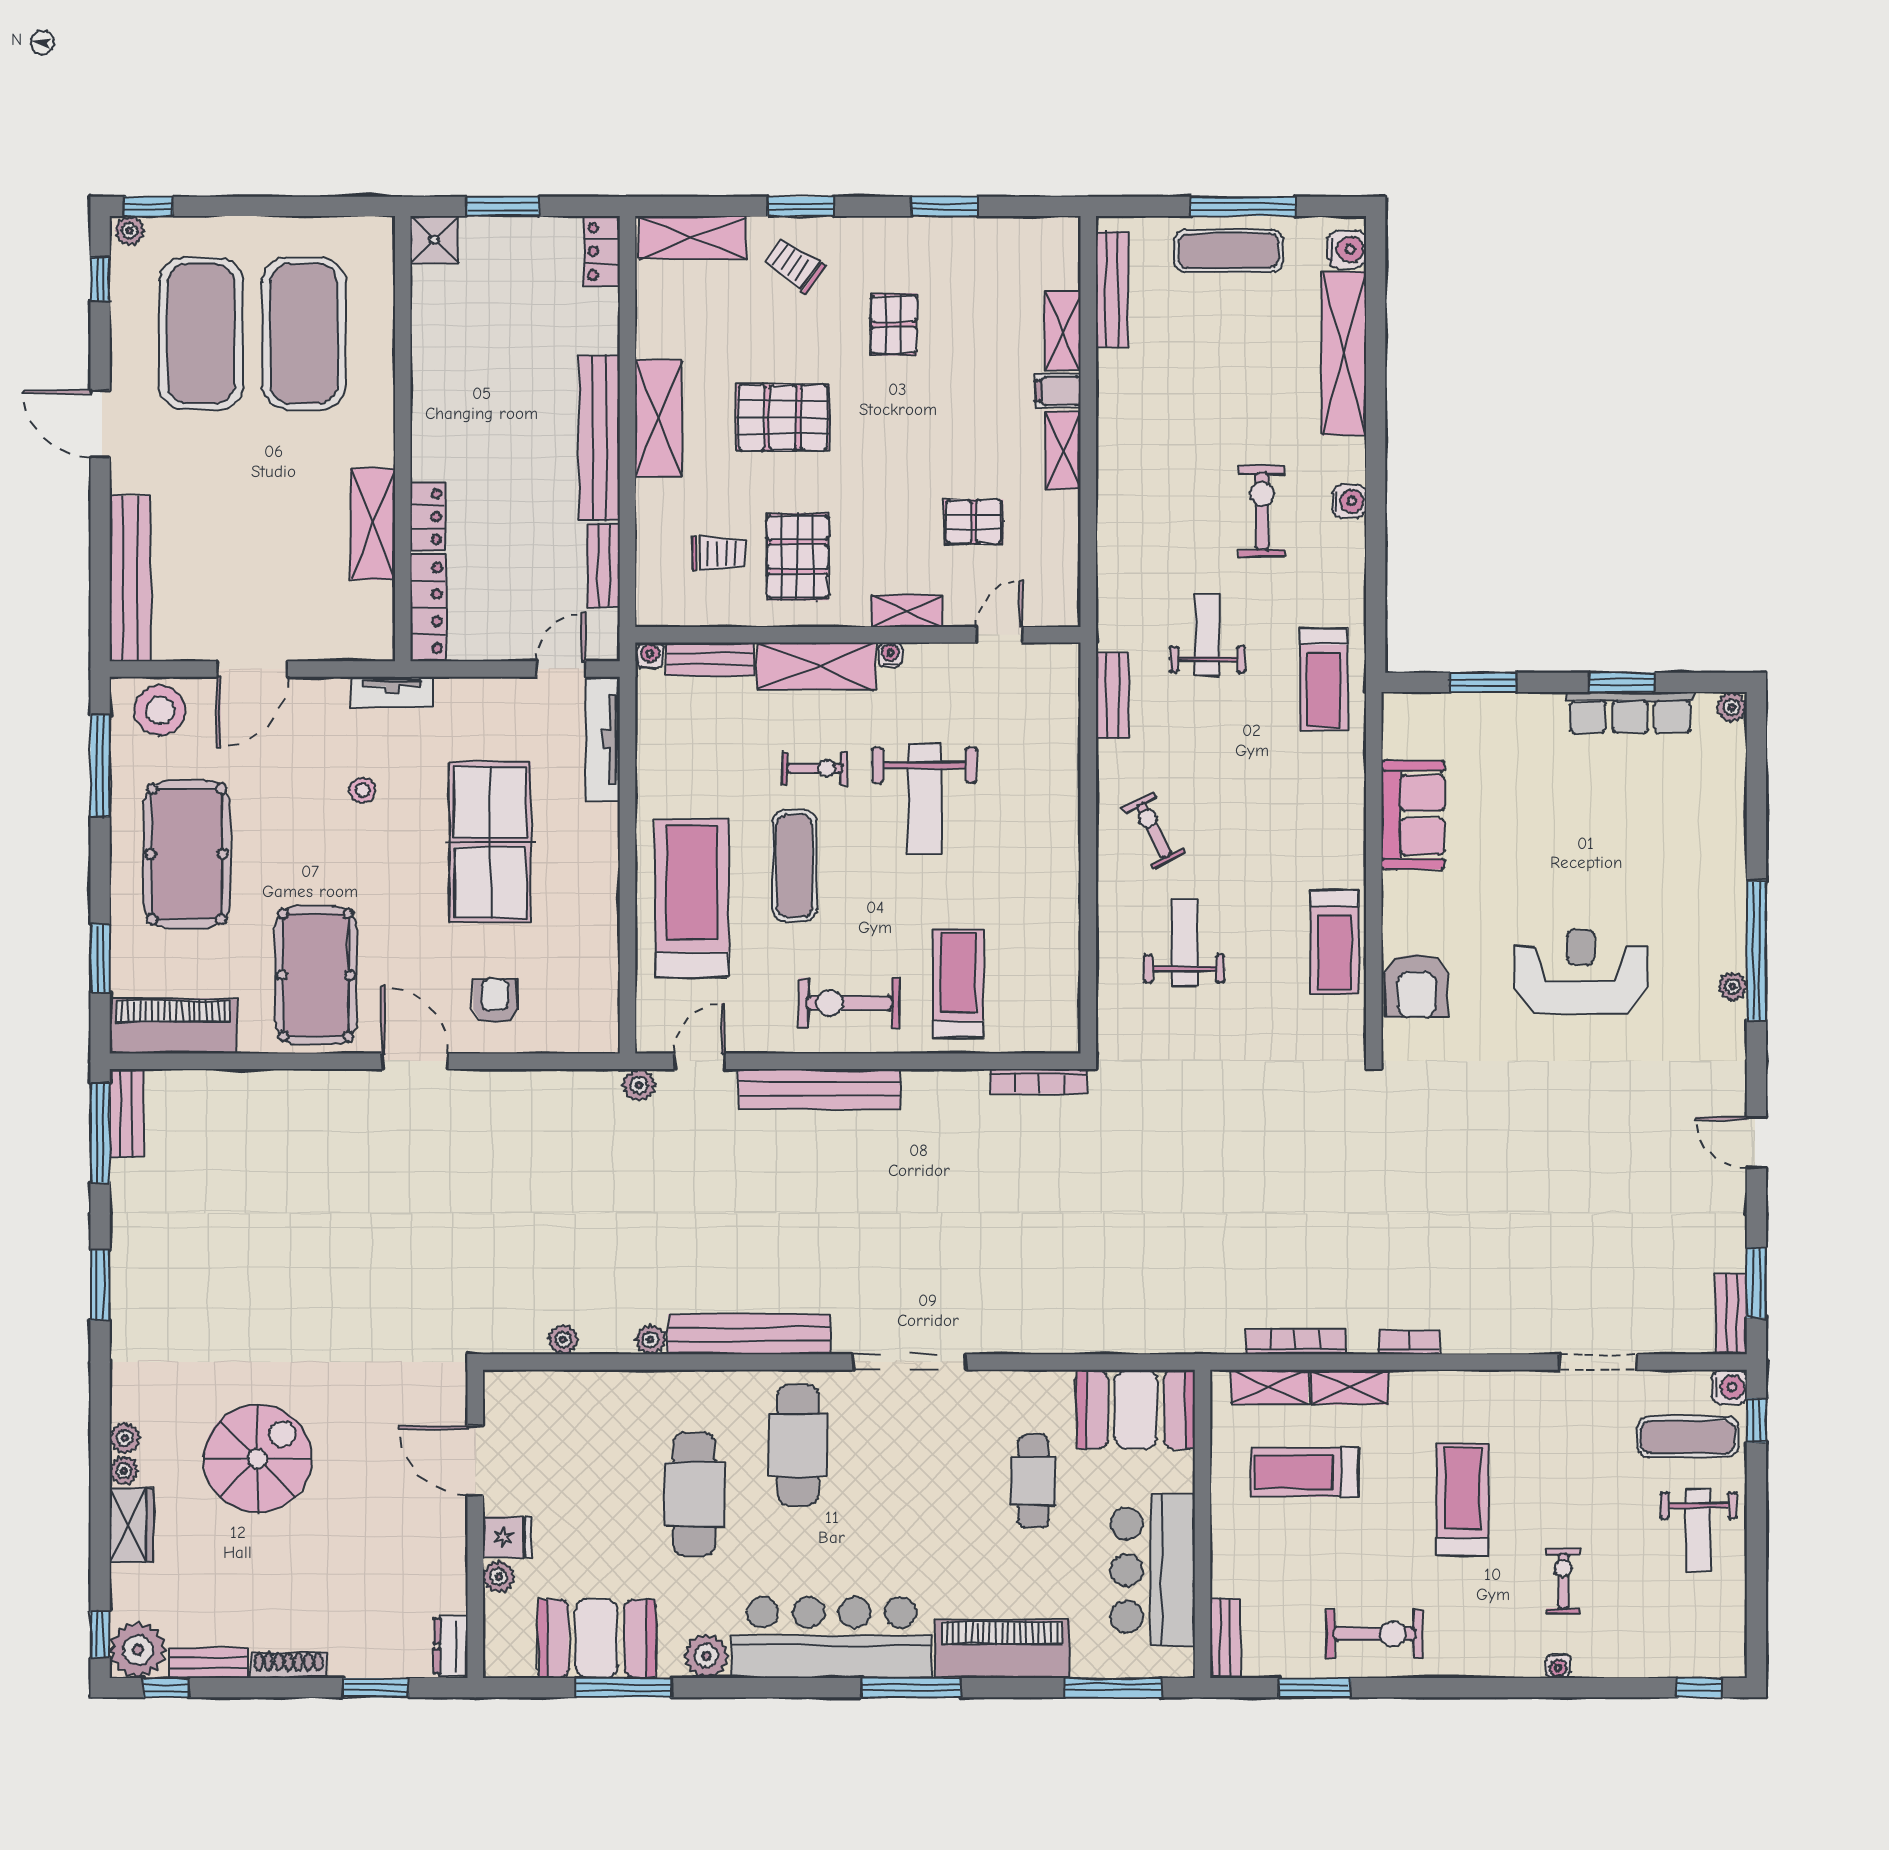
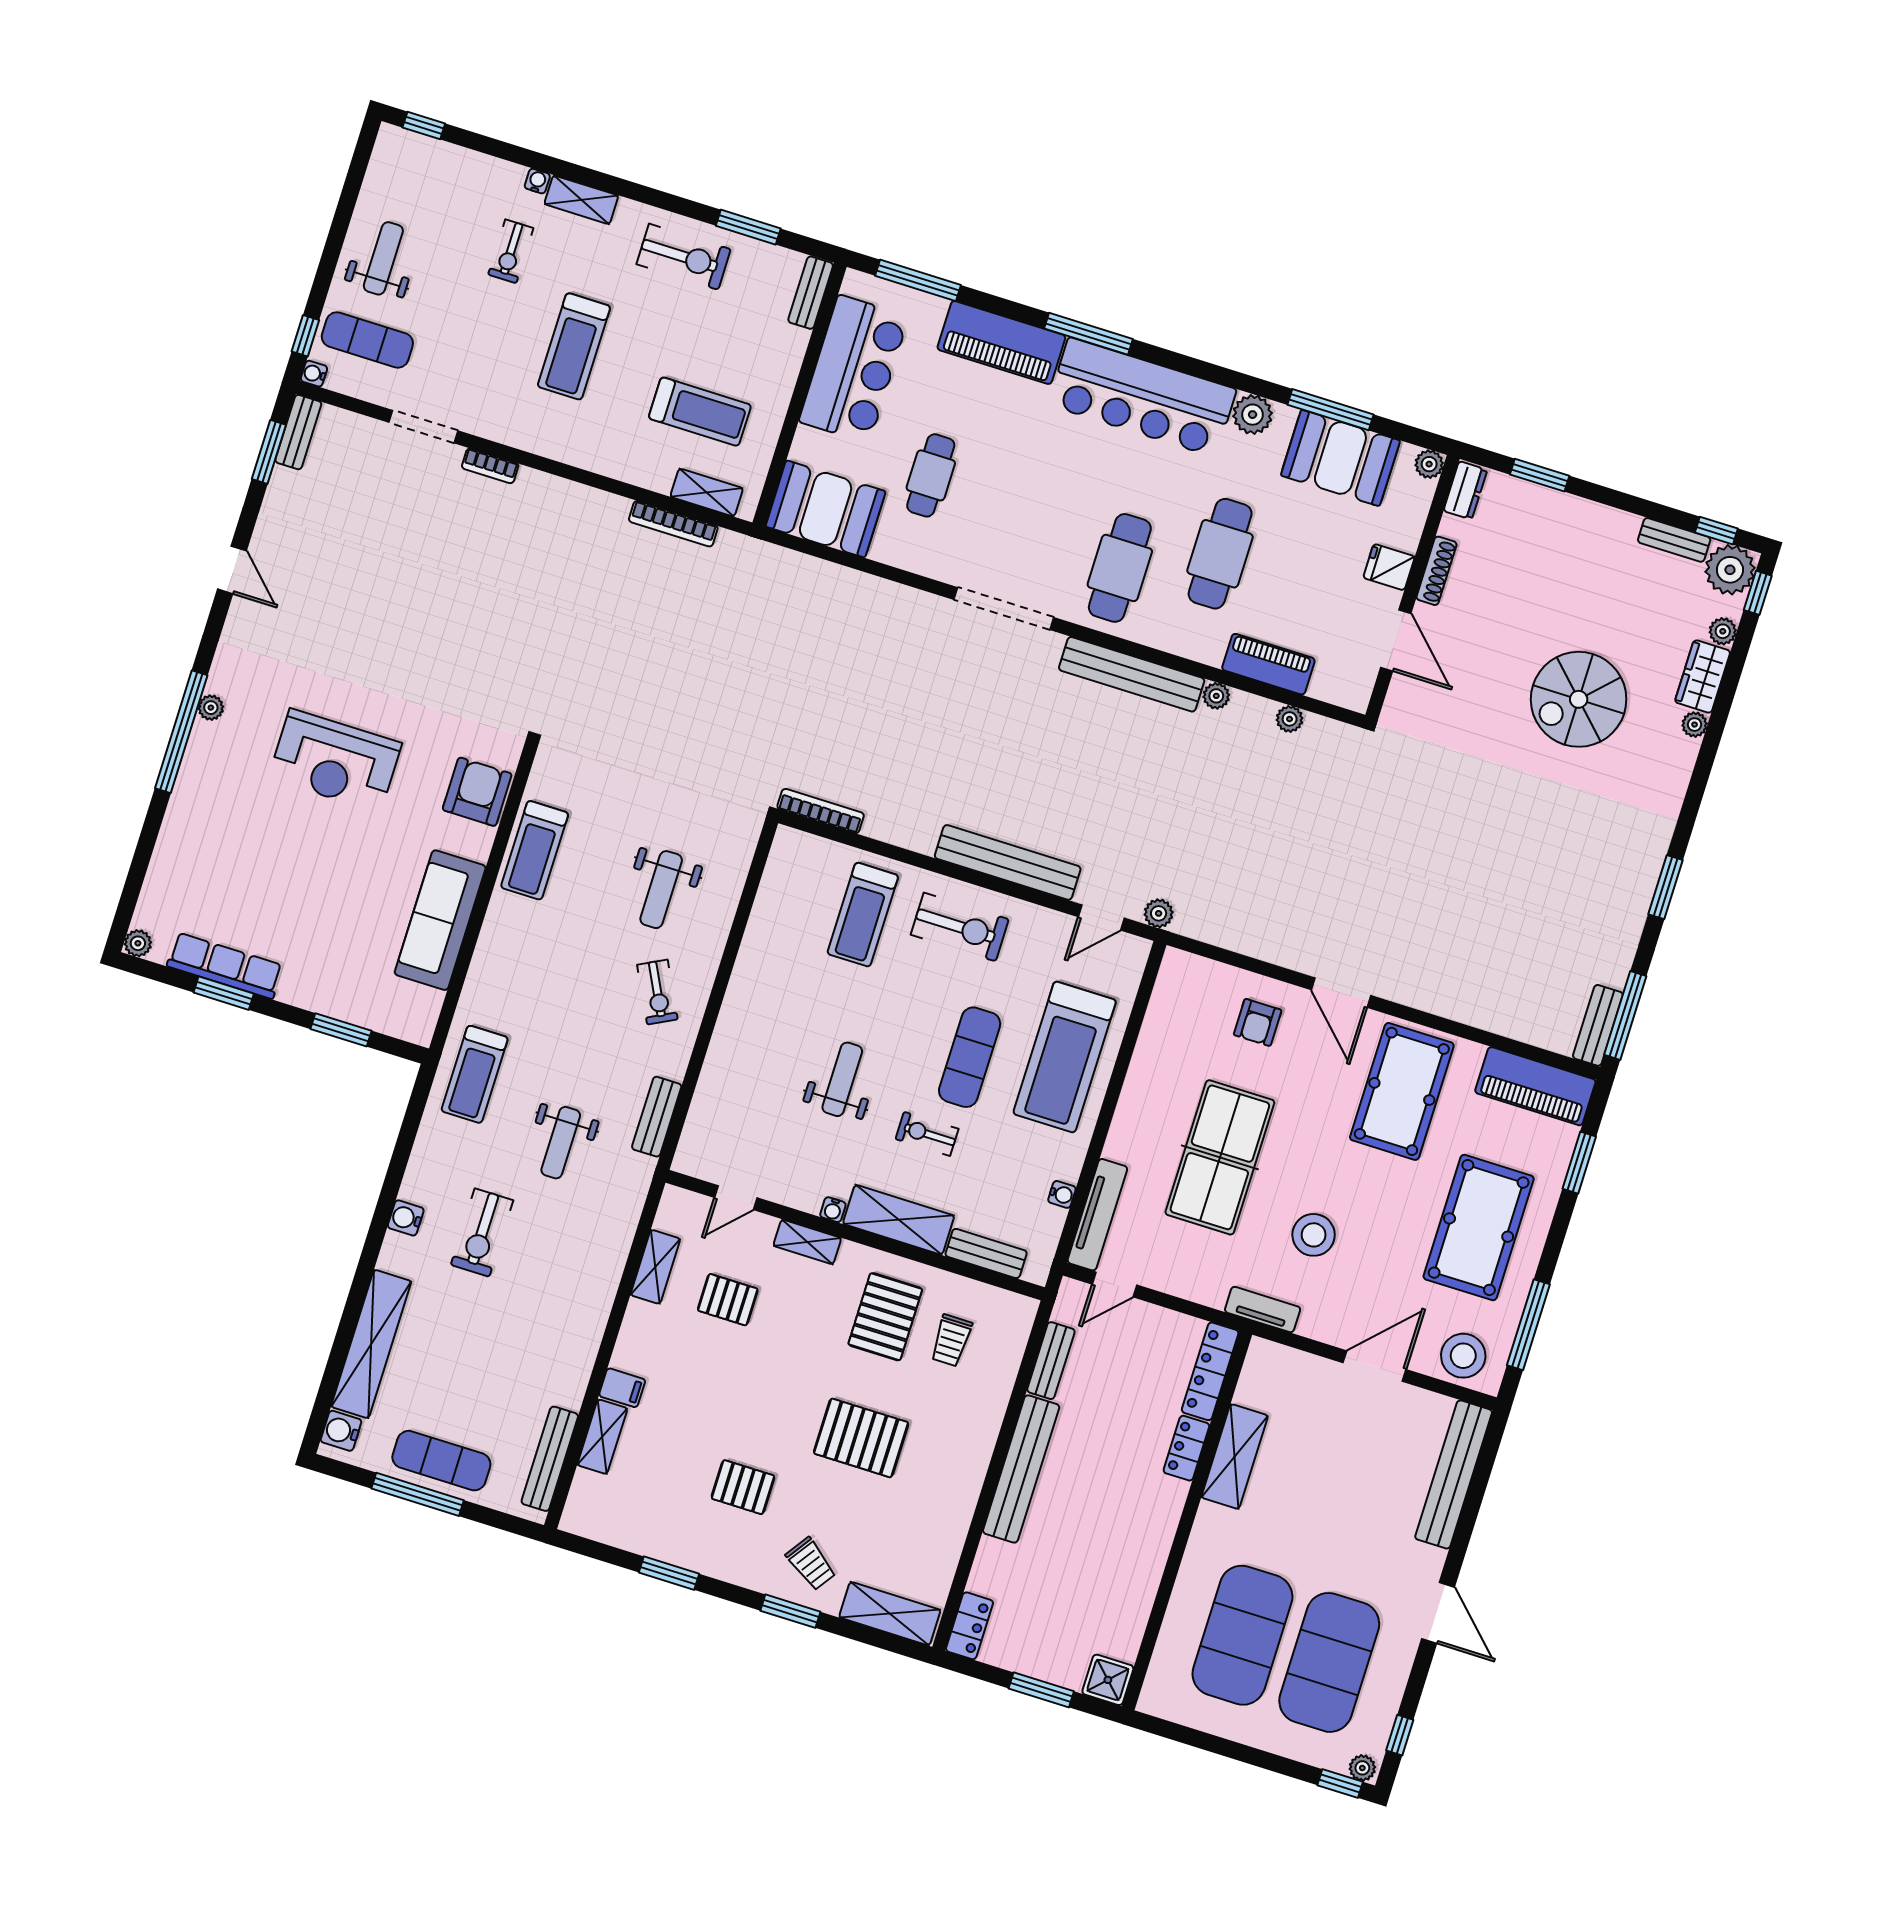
pallet: (894, 324) -> (743, 1487), turned 90
shelving: (658, 418) -> (966, 1470), removed
shelving: (1063, 450) -> (655, 1267), moved
trolley: (718, 553) -> (951, 1340), turned -90
water cooler: (650, 656) -> (1062, 1194), moved, turned -90
treadmill: (1324, 680) -> (475, 1074), turned 180
stool: (363, 790) -> (1314, 1235), width x1.89, depth x1.89
weight bench: (925, 799) -> (842, 1079), width x0.73, depth x0.75
sofa: (1413, 815) -> (440, 920), width x1.36
treadmill: (1335, 942) -> (535, 850), turned 180
bookcase: (1409, 1342) -> (490, 466), moved
shelving: (1350, 1387) -> (581, 200), moved
water cooler: (1729, 1387) -> (314, 374), width x0.72, depth x0.72
piano: (605, 1392) -> (1268, 664), added
plant: (125, 1438) -> (1723, 631), moved
plant: (499, 1577) -> (1429, 464), moved
exercise bike: (1375, 1634) -> (684, 257), turned 180
shoe rack: (288, 1665) -> (1436, 571), moved, turned -90

